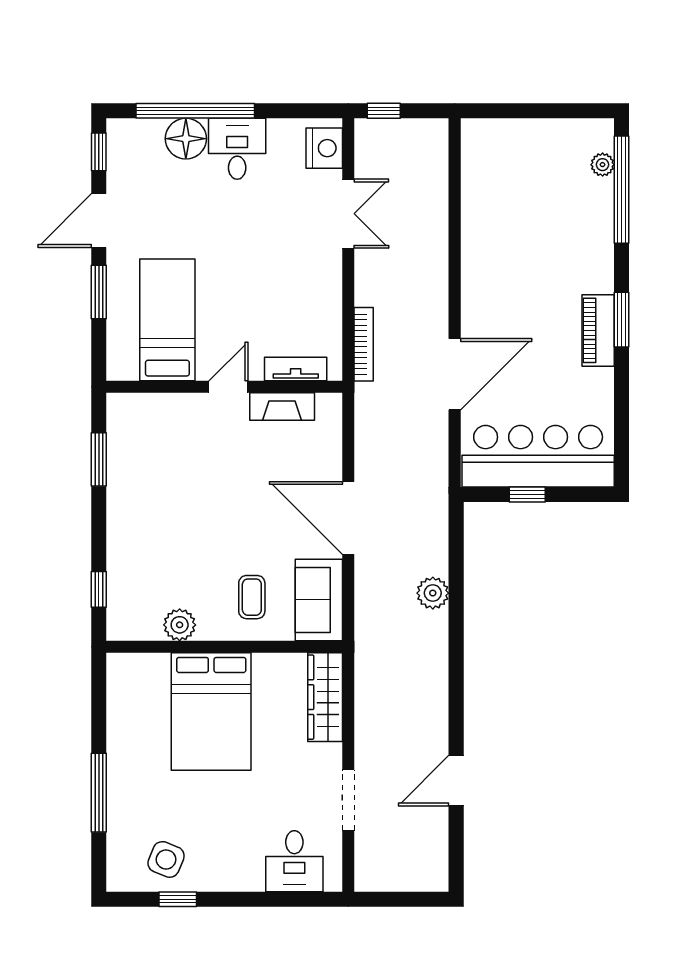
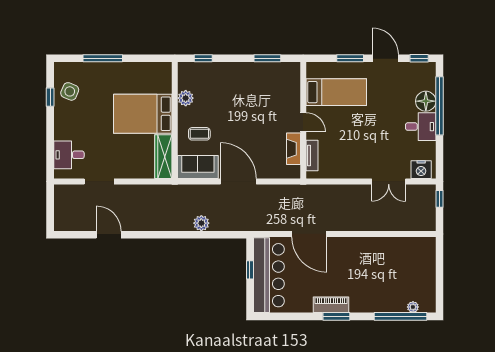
bookcase: (364, 344) -> (324, 189), removed
door: (348, 518) -> (238, 181), hinge flipped
wardrobe: (325, 697) -> (163, 157), moved, turned -90

